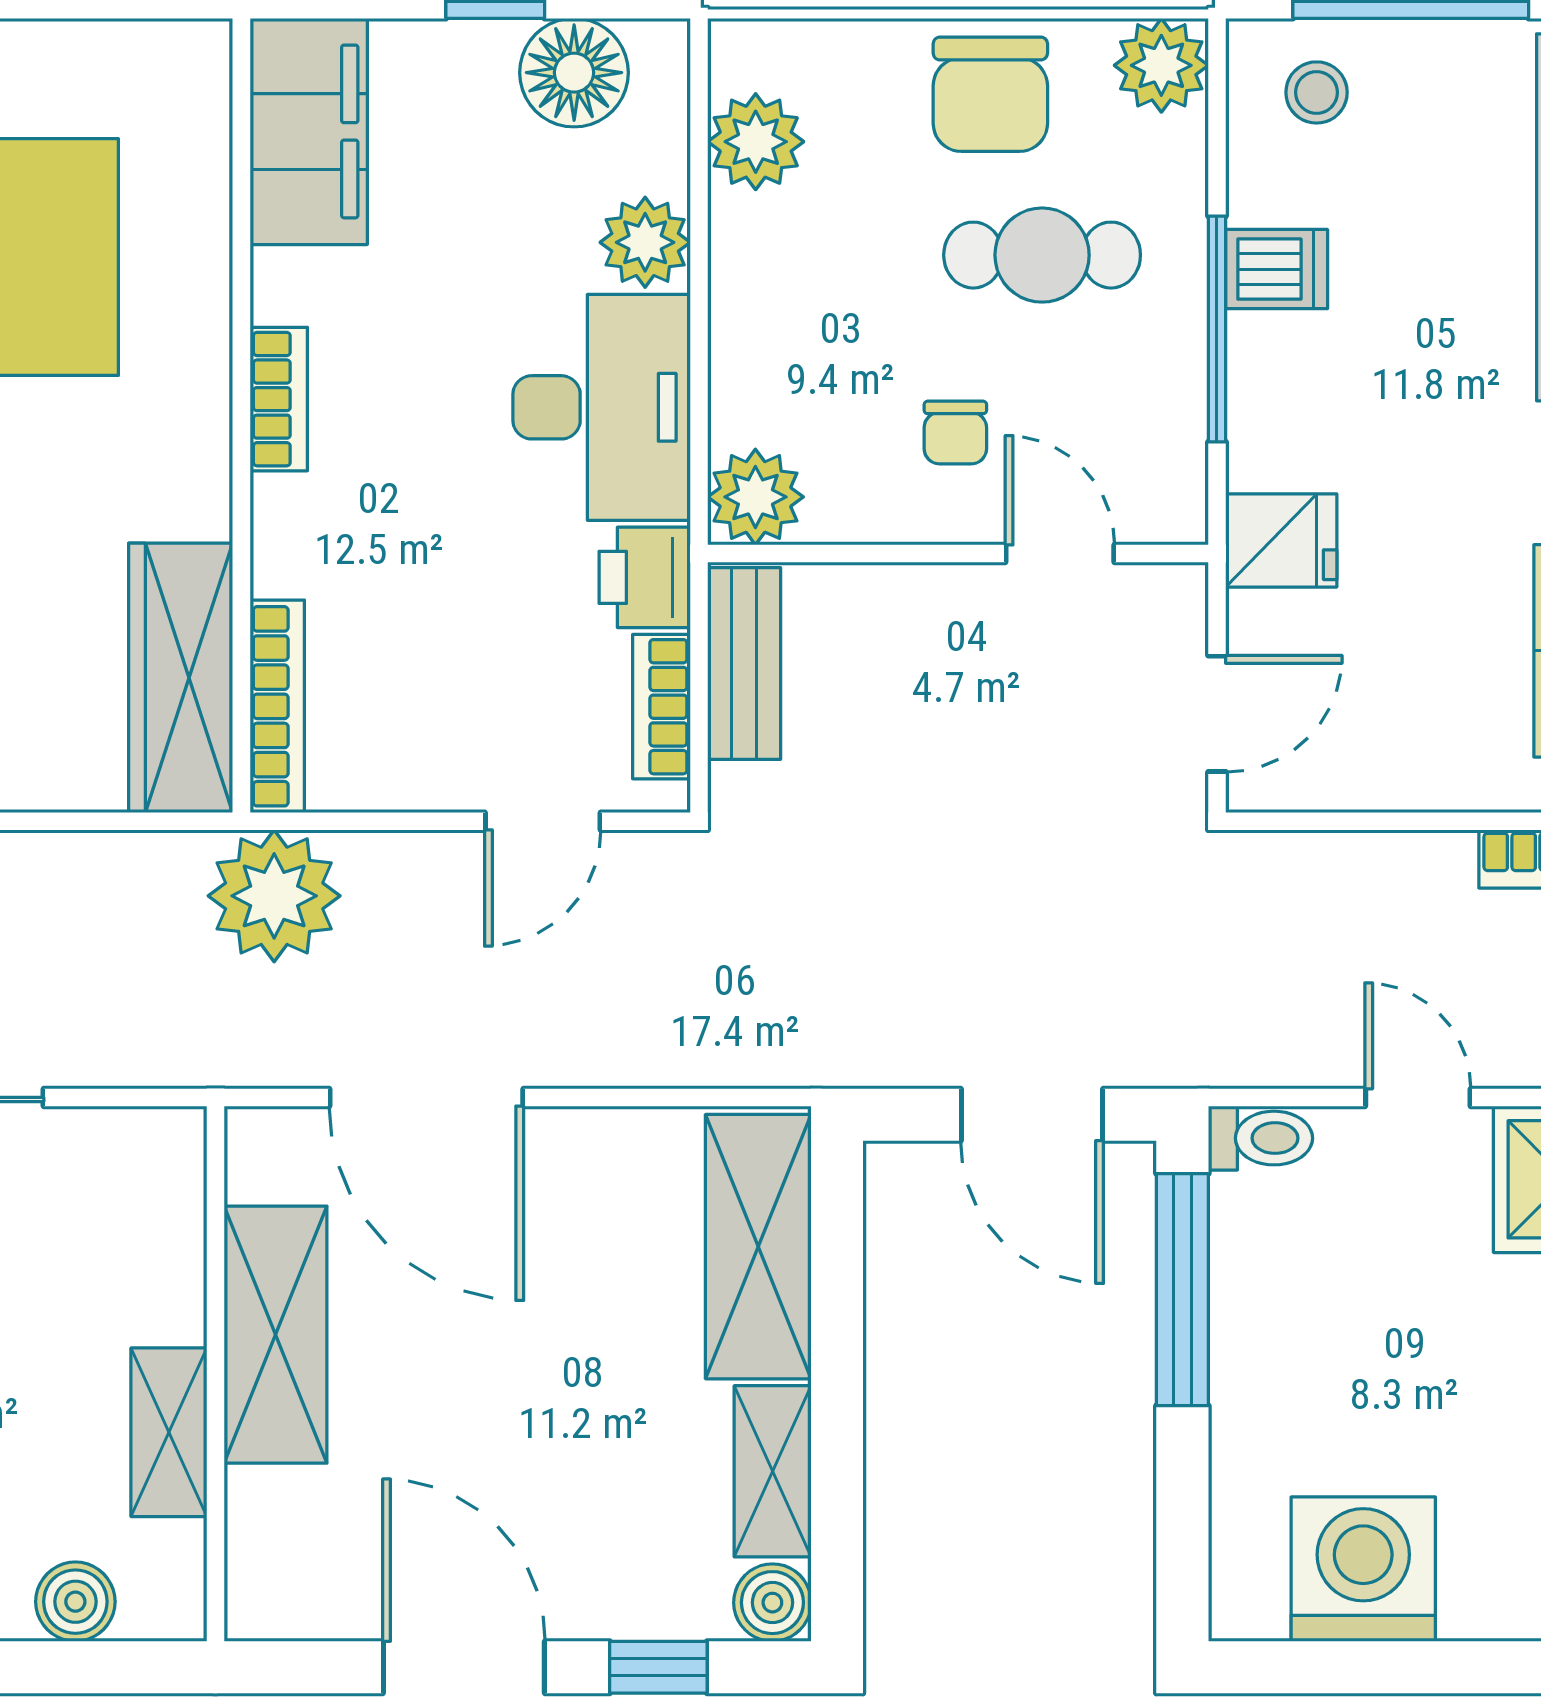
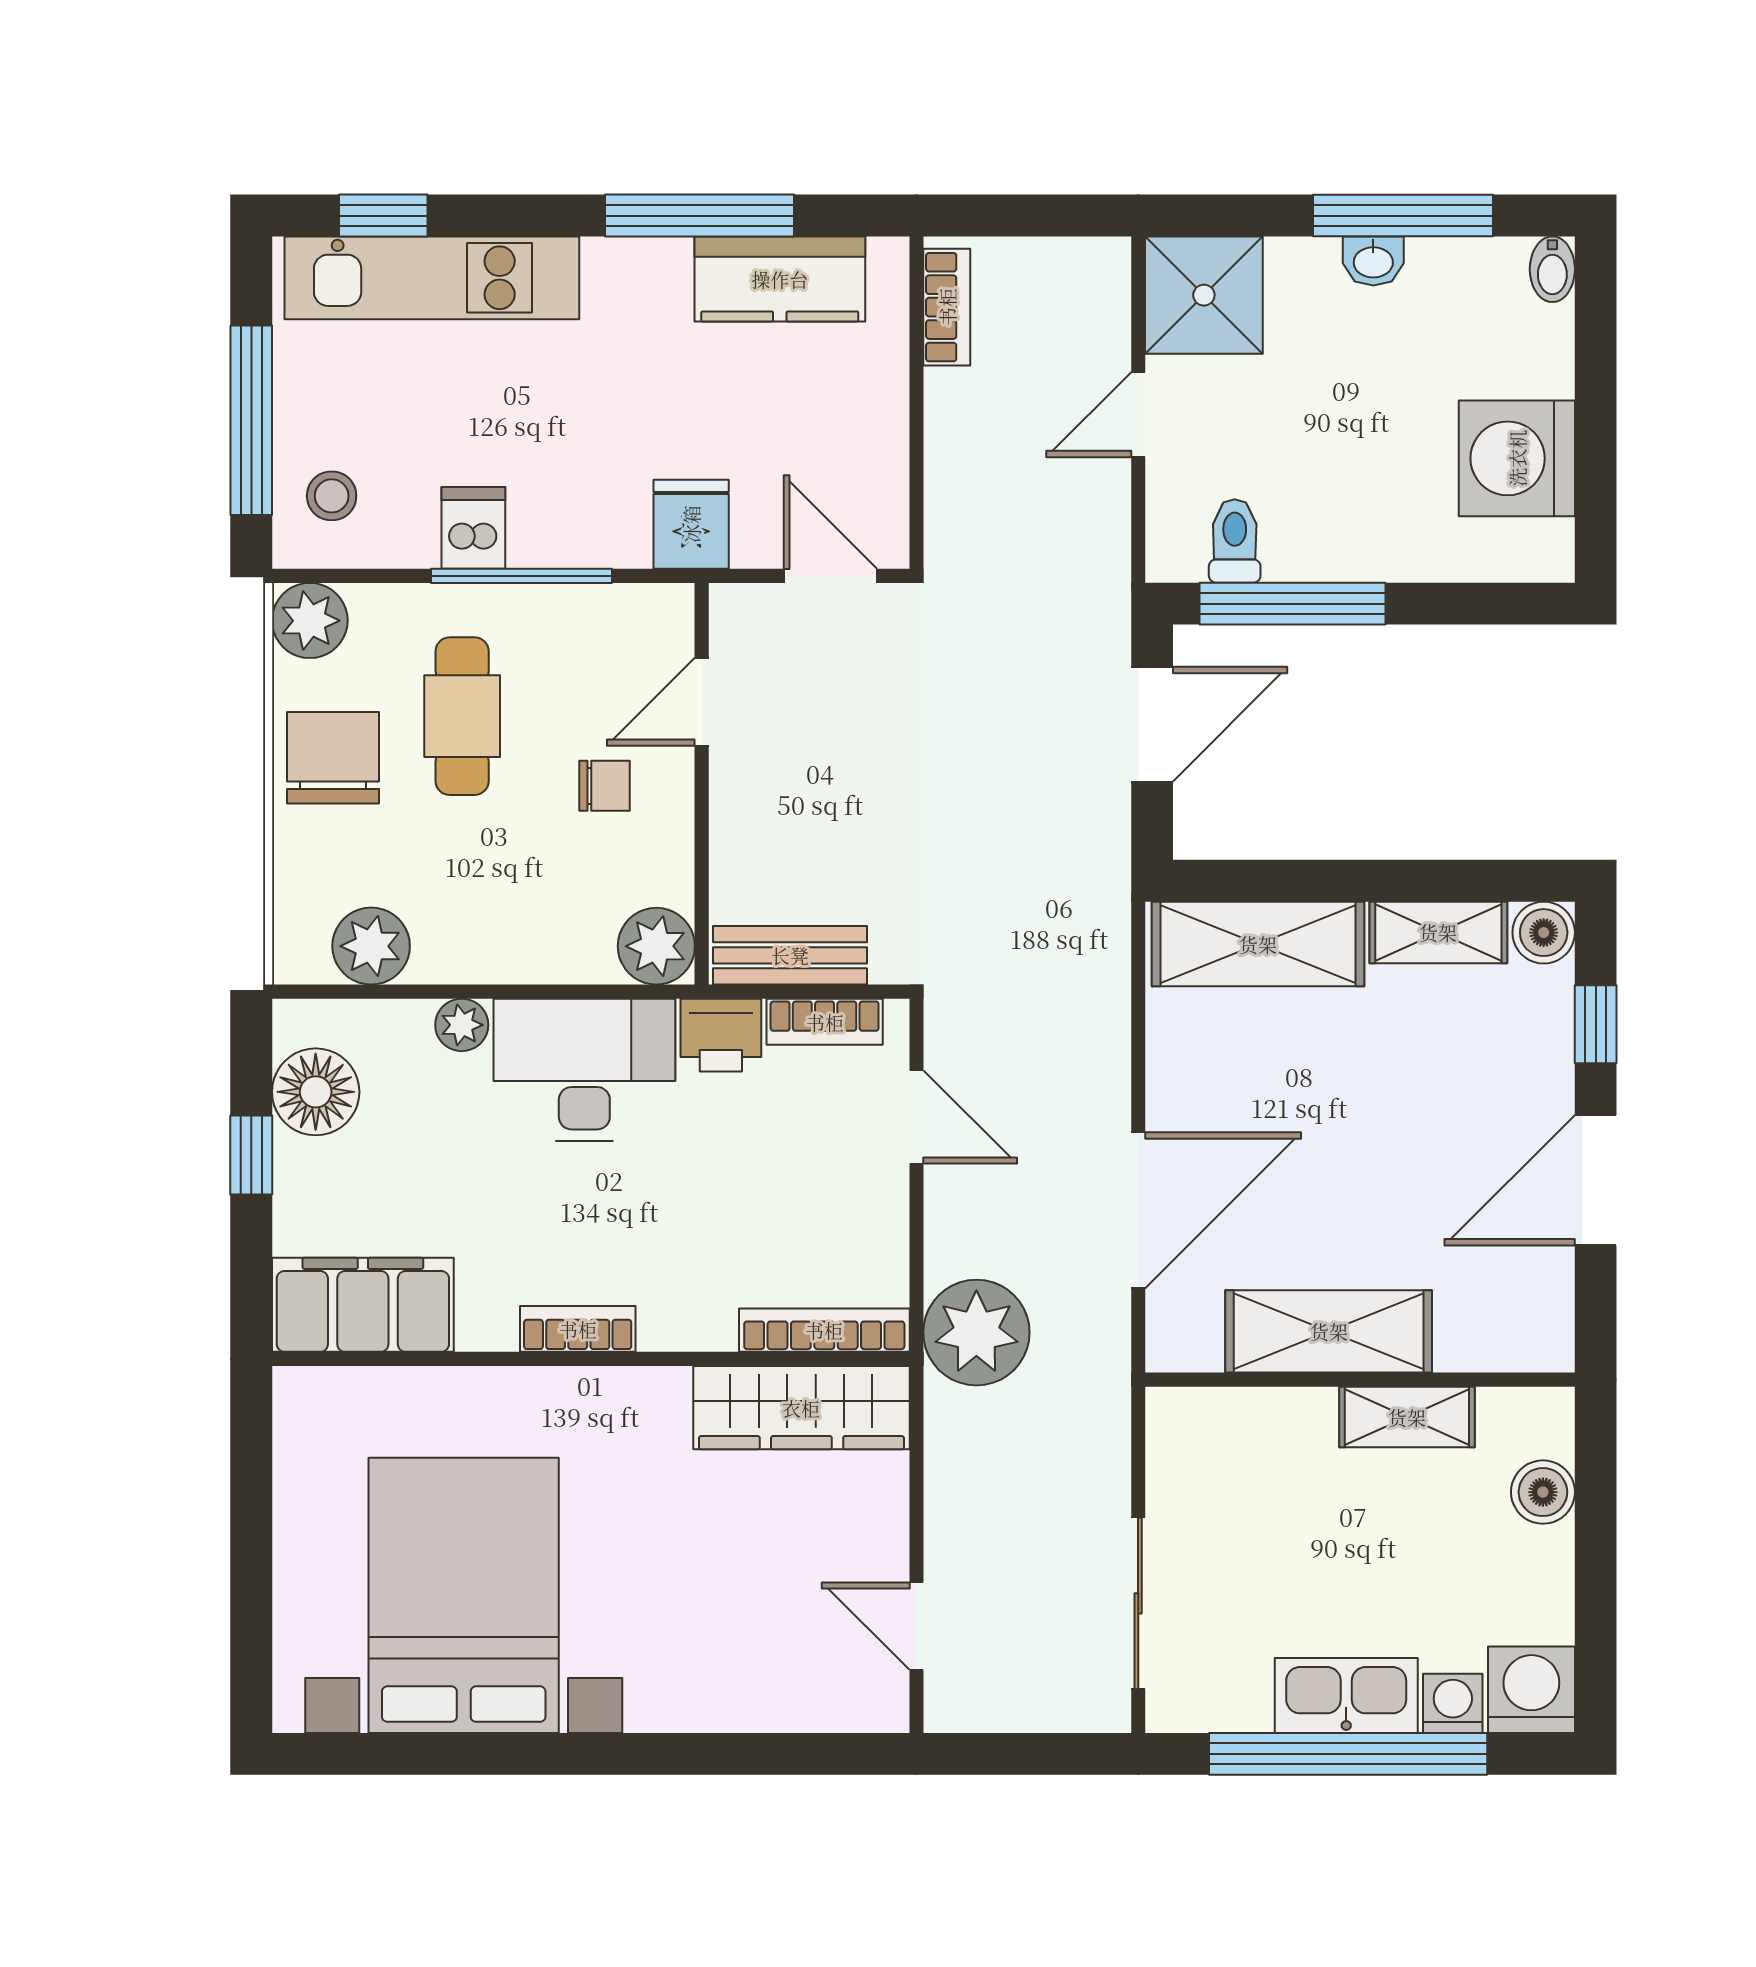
chair: (990, 94) -> (333, 758), turned -90
plant: (645, 242) -> (462, 1025), width x0.73, depth x0.73
toilet: (1260, 1138) -> (1235, 541), moved

